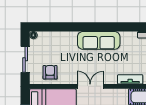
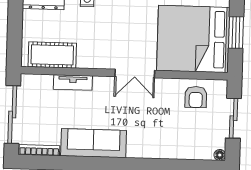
sofa: (99, 40) -> (94, 143), moved

